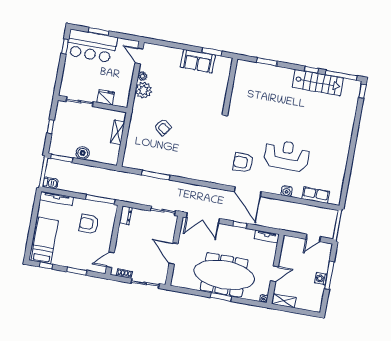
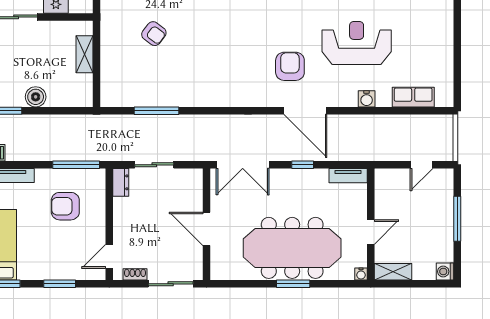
armchair: (243, 163) -> (290, 66), turned 90
sliding door: (163, 211) -> (154, 165), moved
washing machine: (321, 279) -> (445, 271), moved

